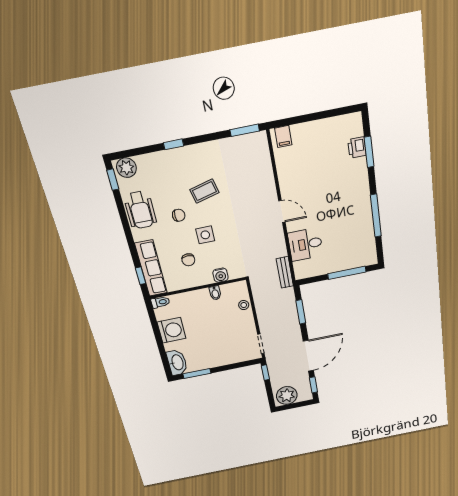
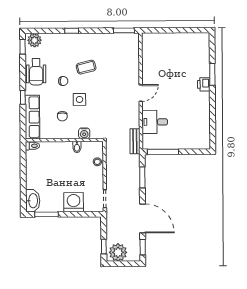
filing cabinet: (283, 136) -> (151, 40), removed
printer: (357, 148) -> (204, 84), moved
window: (369, 152) -> (212, 74), moved
door: (282, 211) -> (141, 93), hinge flipped
window: (376, 216) -> (212, 110), removed
window: (347, 273) -> (163, 152), moved
window: (140, 276) -> (23, 97), moved
washing machine: (172, 330) -> (74, 202), moved, turned -90
door: (308, 356) -> (143, 218), hinge flipped
window: (265, 373) -> (104, 246), moved

